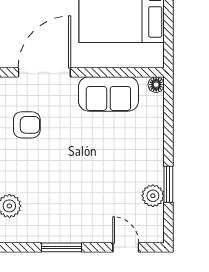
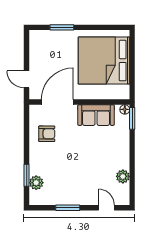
window: (168, 184) -> (132, 118), moved

